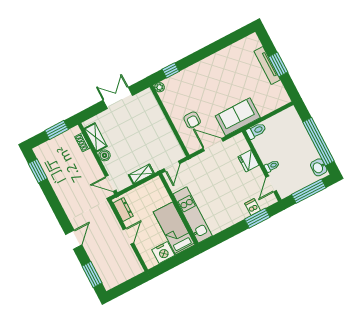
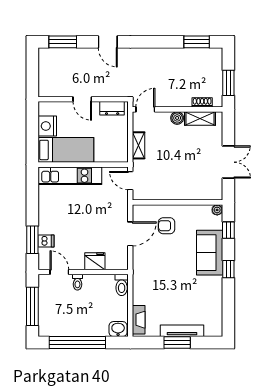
window: (201, 55) -> (228, 269), added
fireplace: (276, 104) -> (139, 320), added
sofa: (238, 117) -> (210, 253), moved, turned 180
washbasin: (319, 167) -> (118, 329), moved

